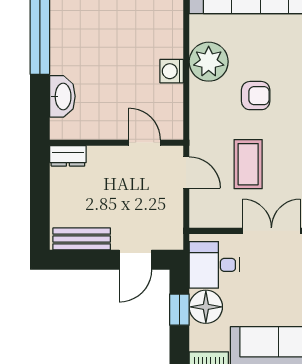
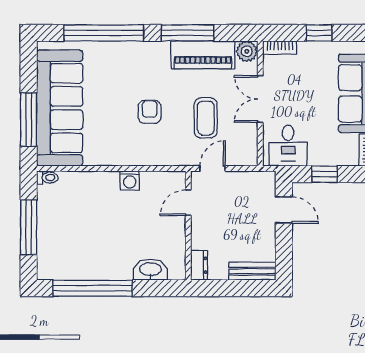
plant: (209, 62) -> (122, 150), removed
coffee table: (248, 164) -> (206, 118), turned 90
bench: (82, 239) -> (252, 271), moved, turned 90
floor lamp: (206, 307) -> (322, 153), removed

